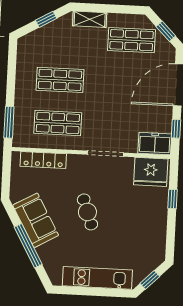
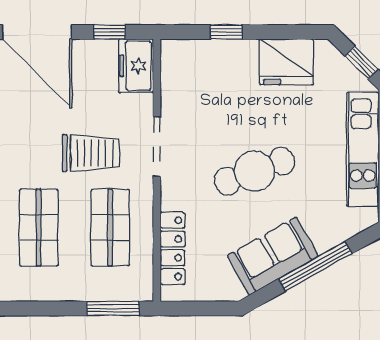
trolley: (103, 114) -> (91, 153), added
fridge: (151, 172) -> (286, 62), moved, turned 90
cafe table: (87, 212) -> (255, 171), width x1.37, depth x1.35

